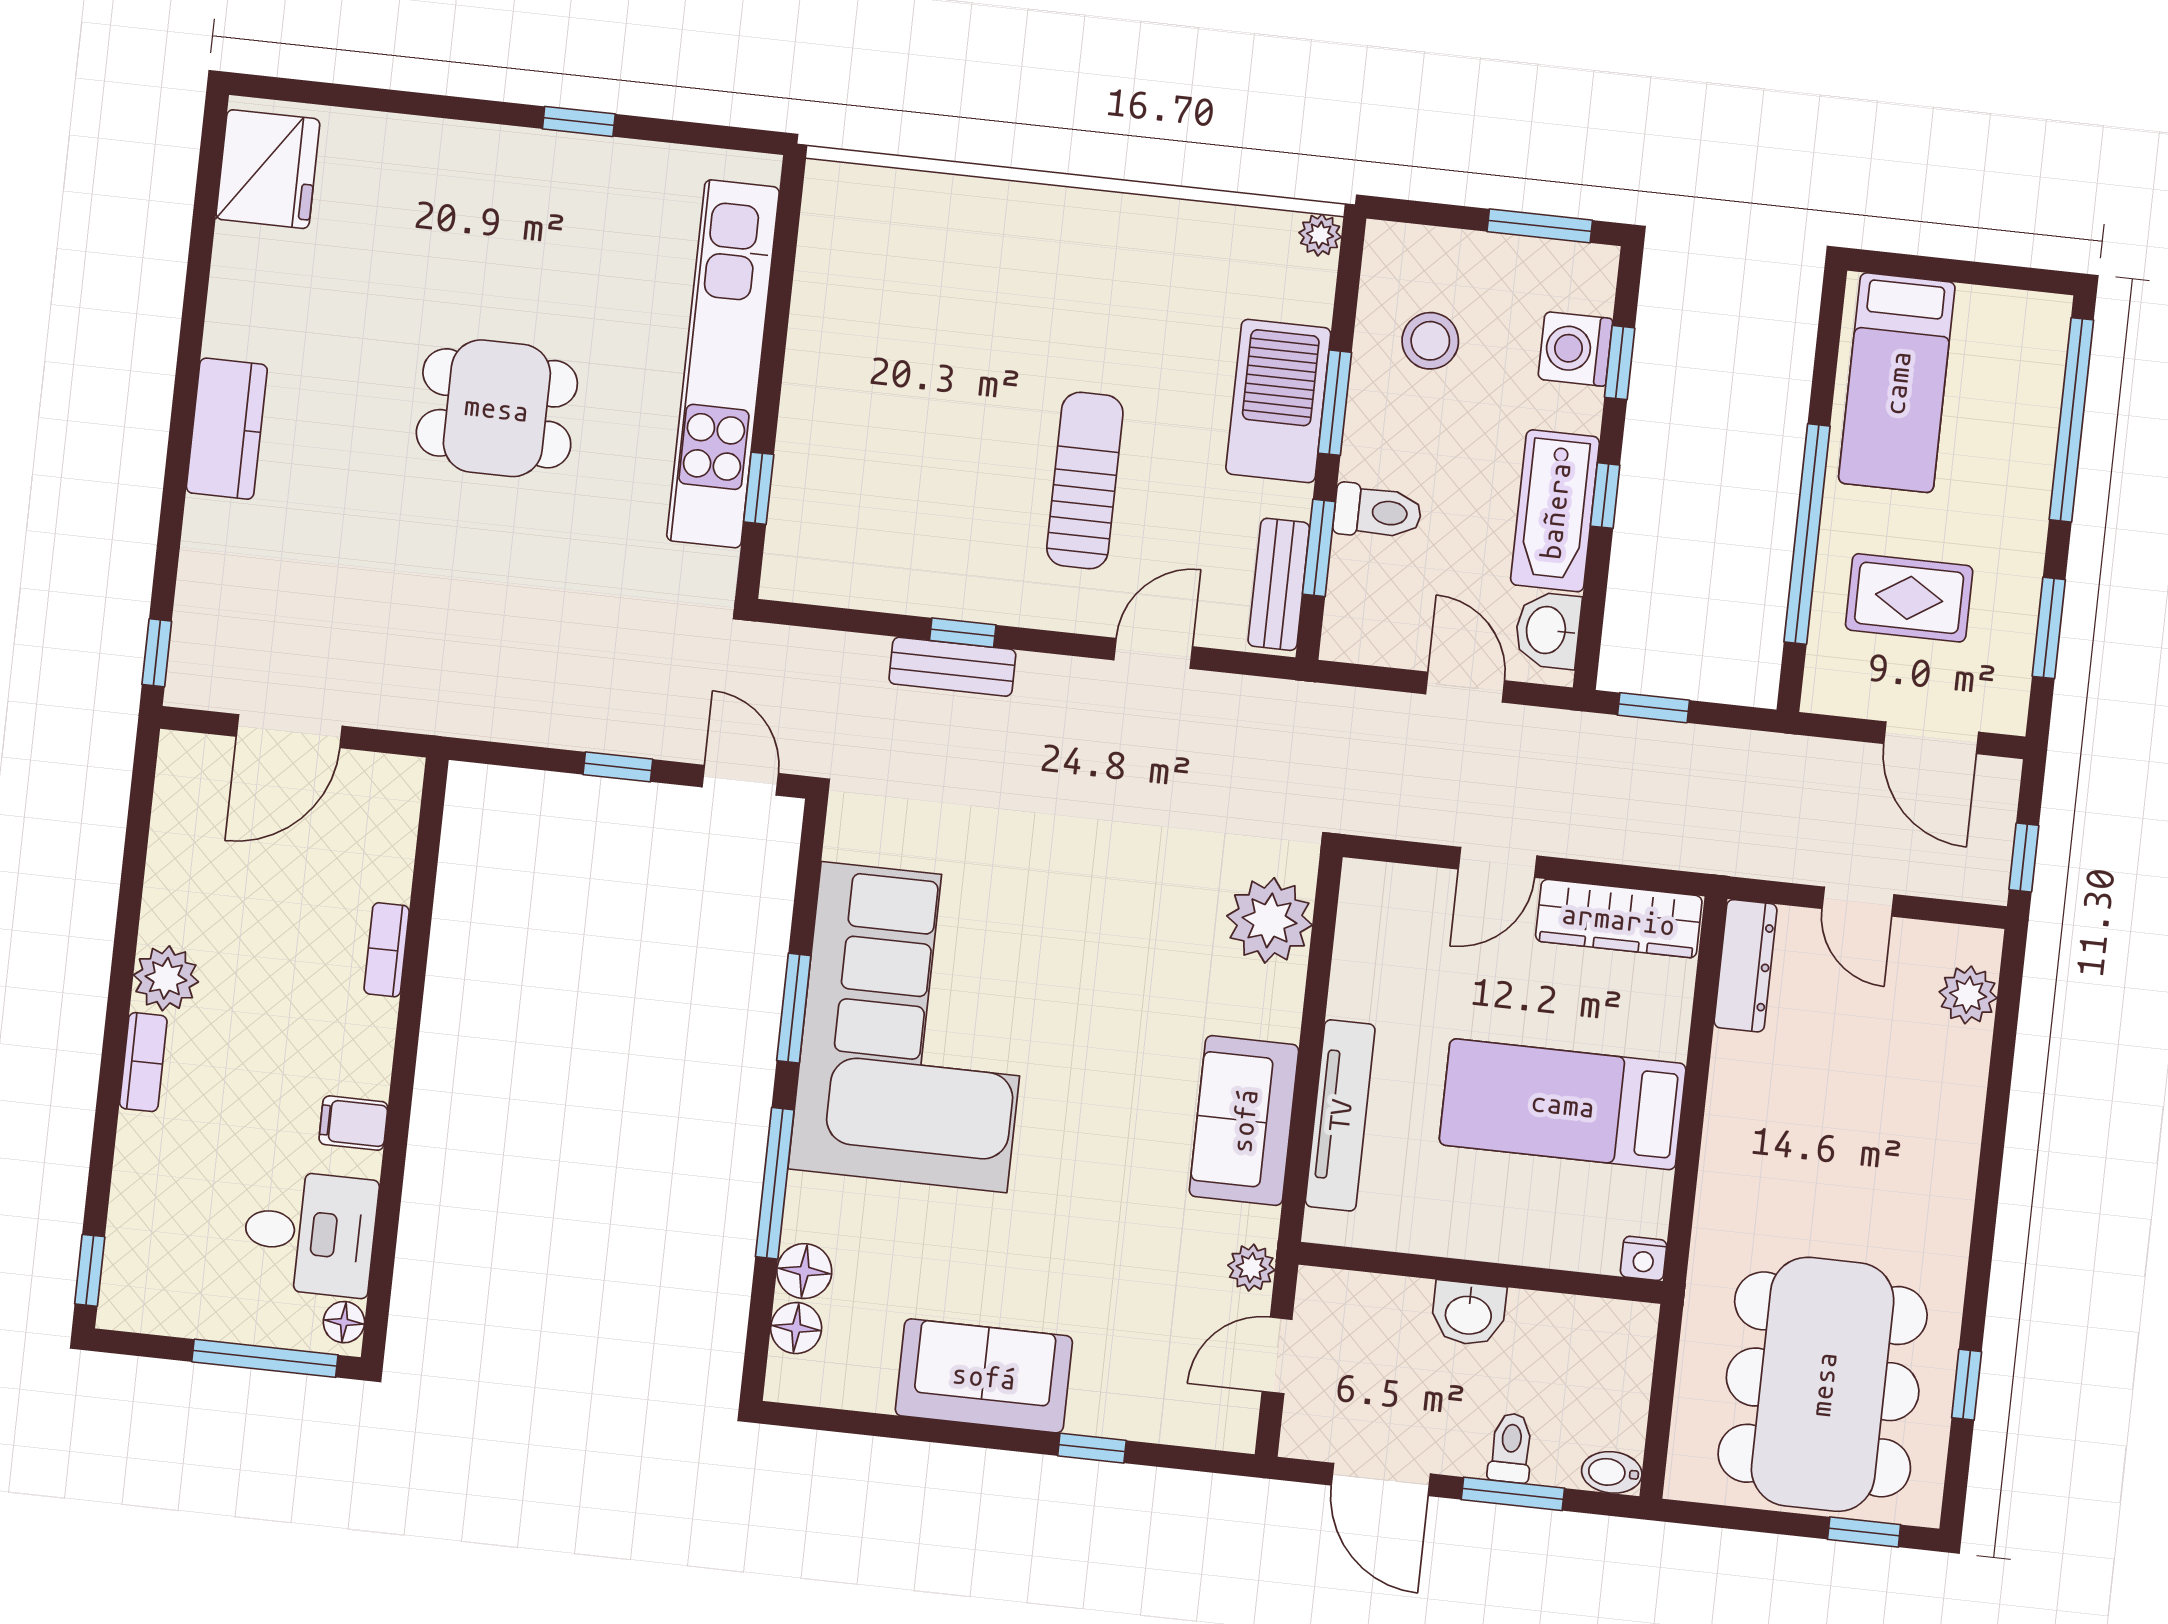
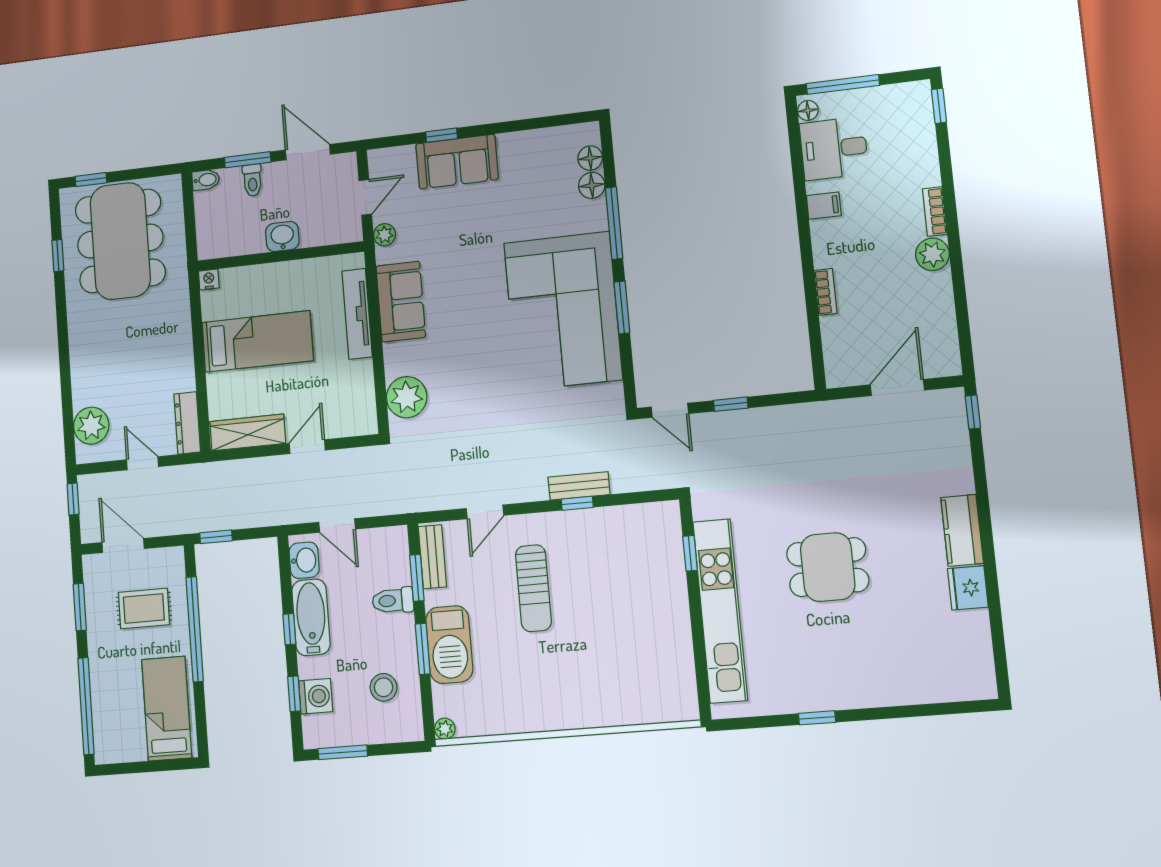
fridge: (268, 169) -> (968, 588), moved, width x0.73, depth x0.75
window: (1653, 708) -> (216, 537), moved
plant: (1968, 995) -> (91, 426), width x1.36, depth x1.36
sofa: (984, 1376) -> (457, 162), moved

